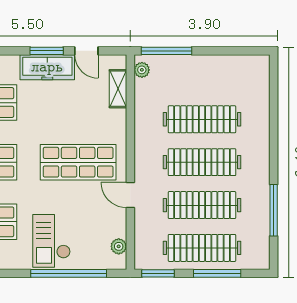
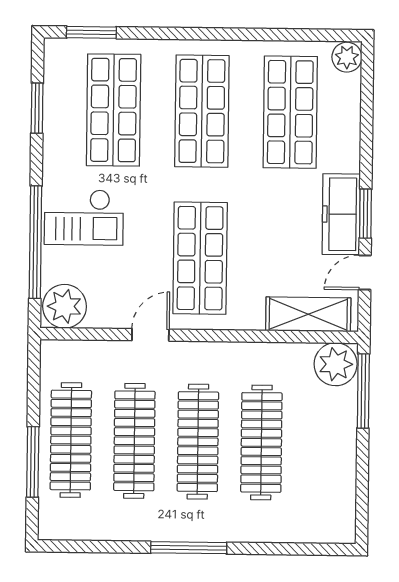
plant: (142, 70) -> (336, 364), width x1.87, depth x1.87
shelving: (118, 89) -> (308, 314), width x1.50, depth x1.33
window: (274, 210) -> (189, 548), moved
checkout: (51, 241) -> (84, 217), turned 180
plant: (119, 246) -> (65, 306), width x1.87, depth x1.87
window: (158, 273) -> (34, 374), removed

